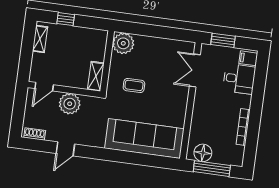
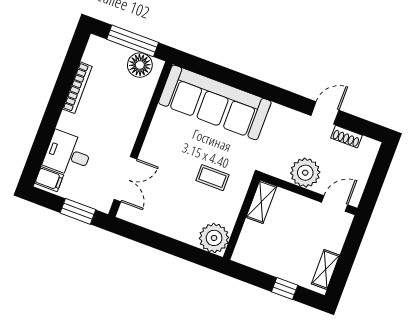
shoe rack: (35, 134) -> (347, 137), moved

